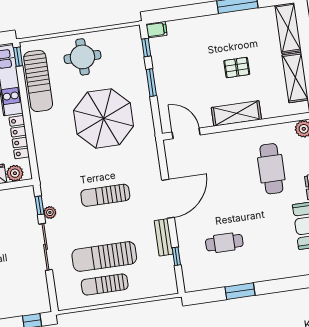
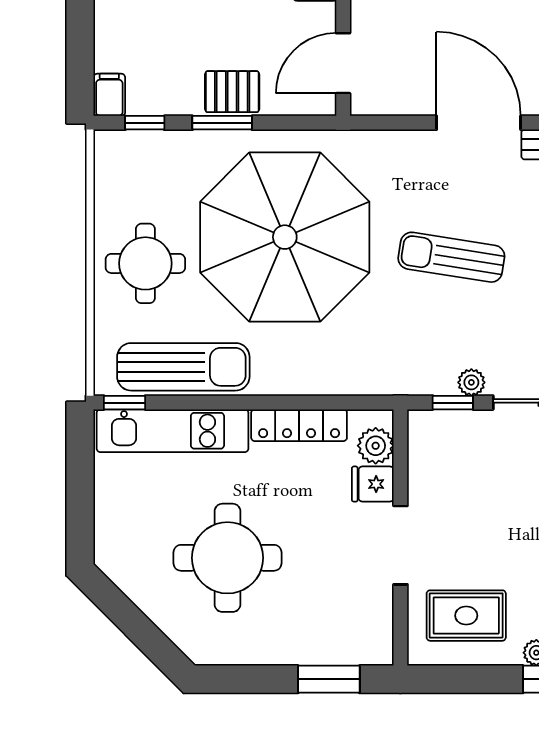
pallet: (166, 85) -> (232, 92), added
parasol: (104, 118) -> (285, 237), width x1.36, depth x1.36
sun lounger: (105, 195) -> (451, 257), turned 99

